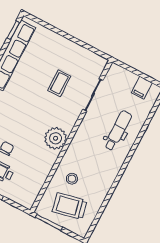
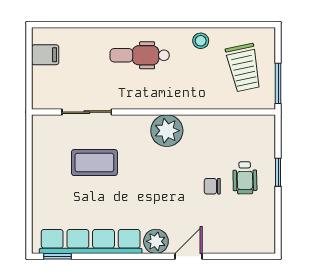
coffee table: (59, 83) -> (94, 163), width x1.36, depth x1.30
dental chair: (118, 131) -> (140, 55), moved
stool: (72, 179) -> (201, 41), moved

